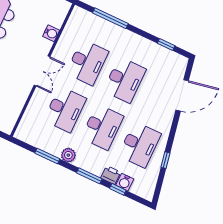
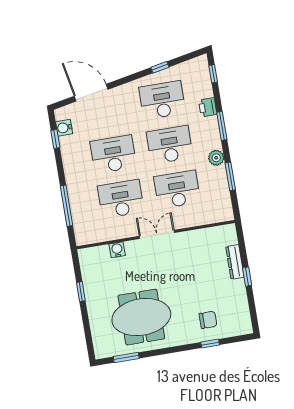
water cooler: (125, 182) -> (64, 128), moved, turned 180
window: (118, 189) -> (213, 74), moved

